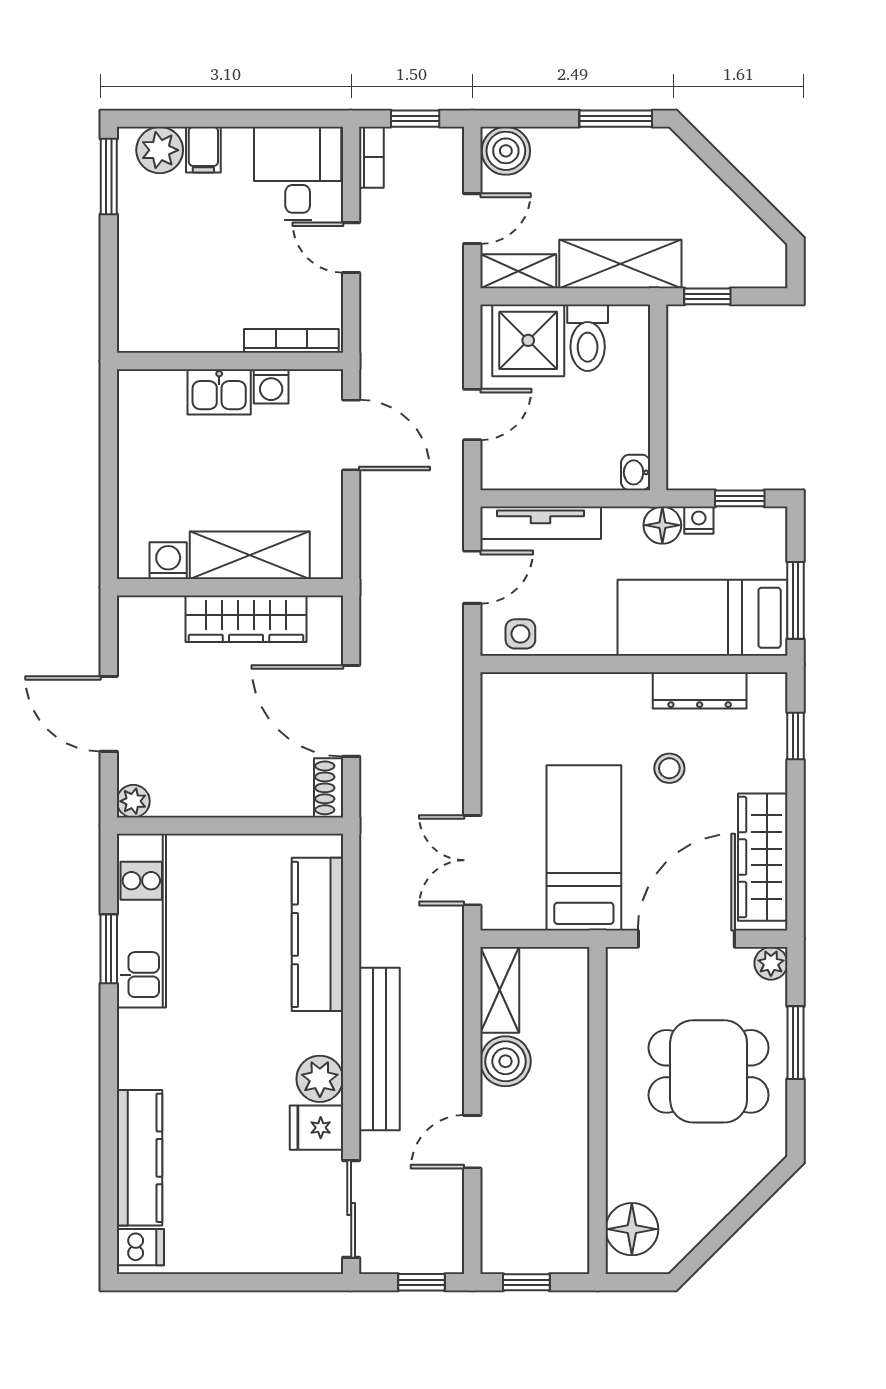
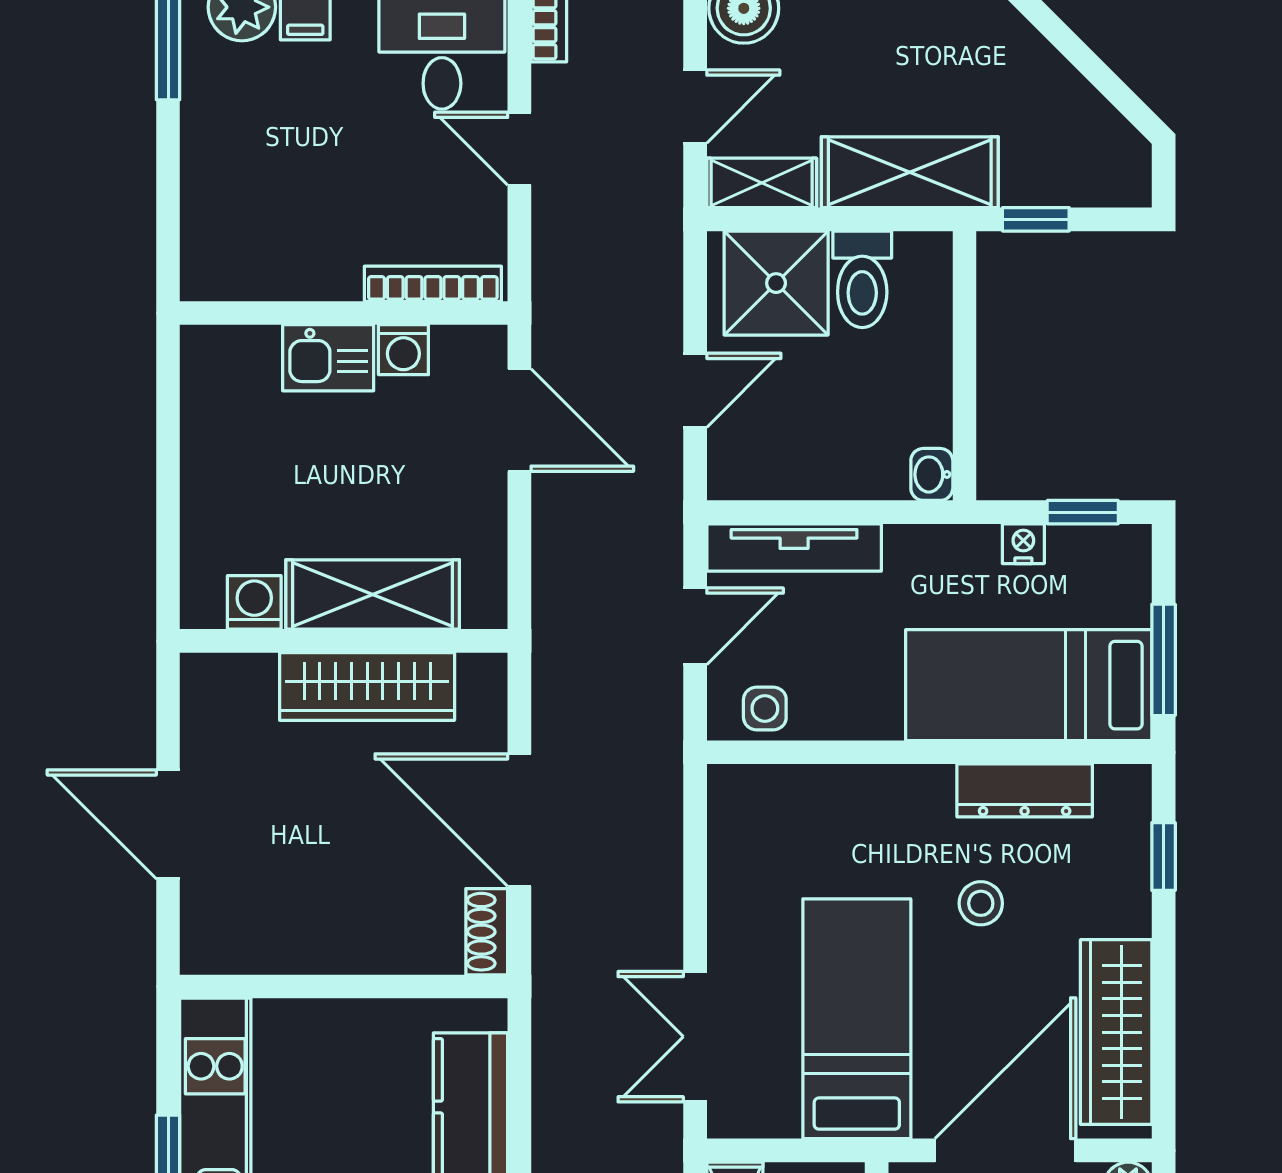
floor lamp: (662, 525) -> (971, 551), removed
plant: (133, 801) -> (204, 951), removed

